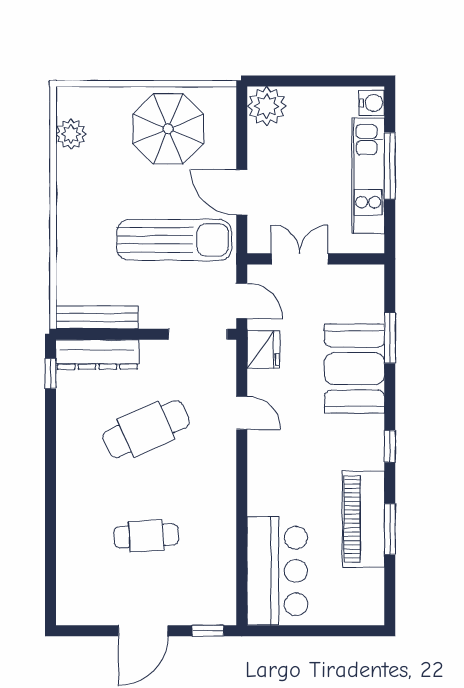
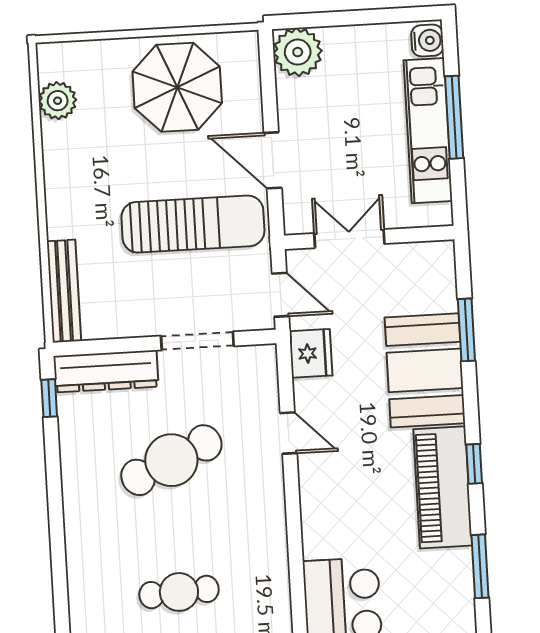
bench: (97, 317) -> (64, 291), moved, turned 90
doorway: (198, 334) -> (197, 341), moved
piano: (363, 519) -> (443, 487), moved

